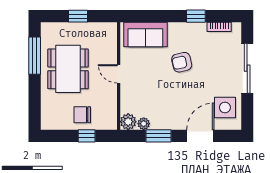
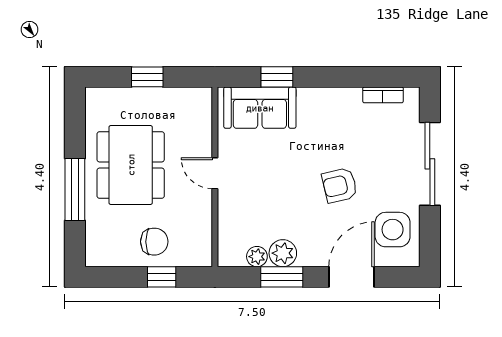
window: (196, 16) -> (277, 77), moved
window: (35, 56) -> (75, 189), moved
armchair: (182, 62) -> (340, 185), moved
chair: (82, 115) -> (154, 242), turned 180
plant: (128, 122) -> (283, 253), moved

